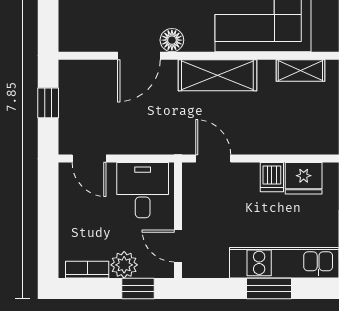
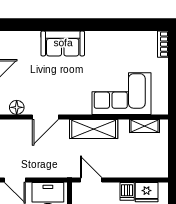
floor lamp: (172, 40) -> (17, 107), moved

